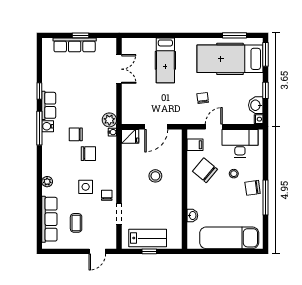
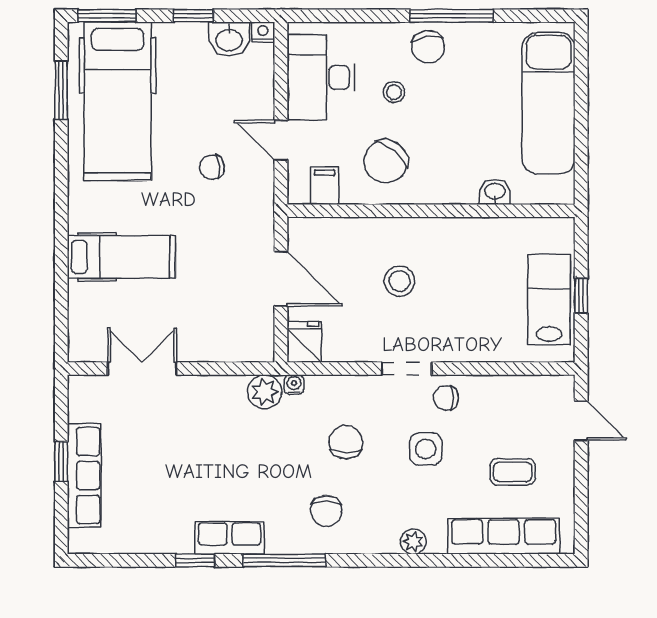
water cooler: (48, 126) -> (280, 541), removed
chair: (76, 134) -> (326, 511), moved
doorway: (119, 214) -> (407, 369), moved

